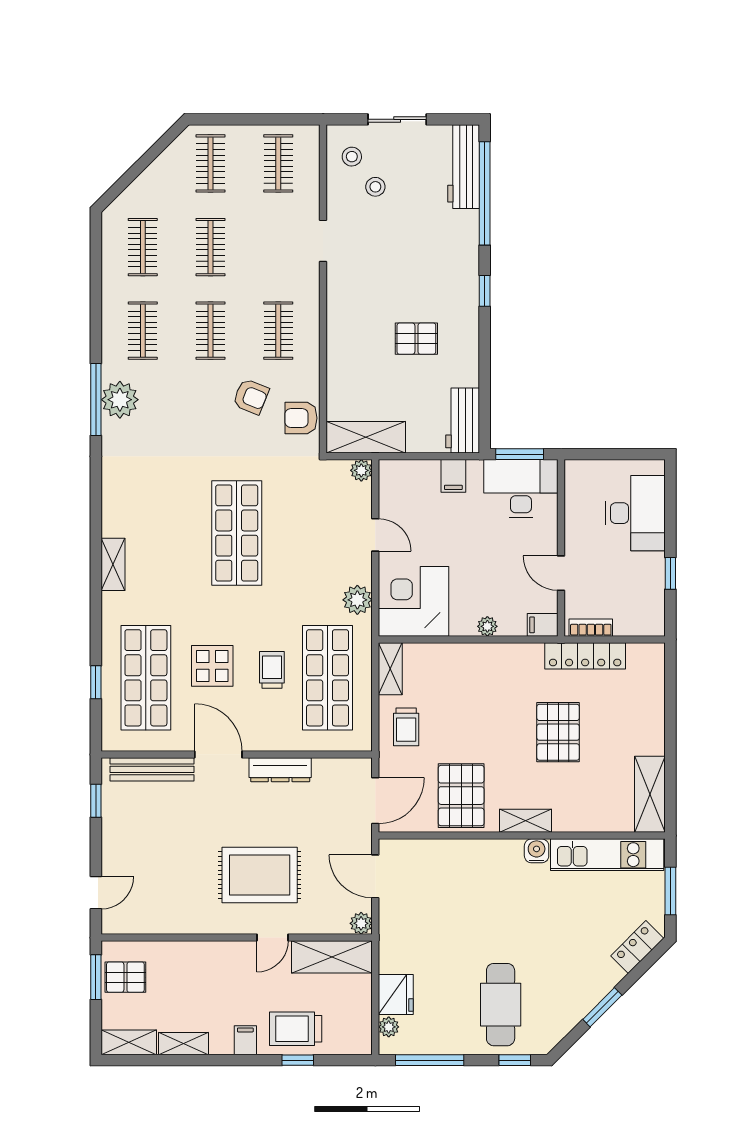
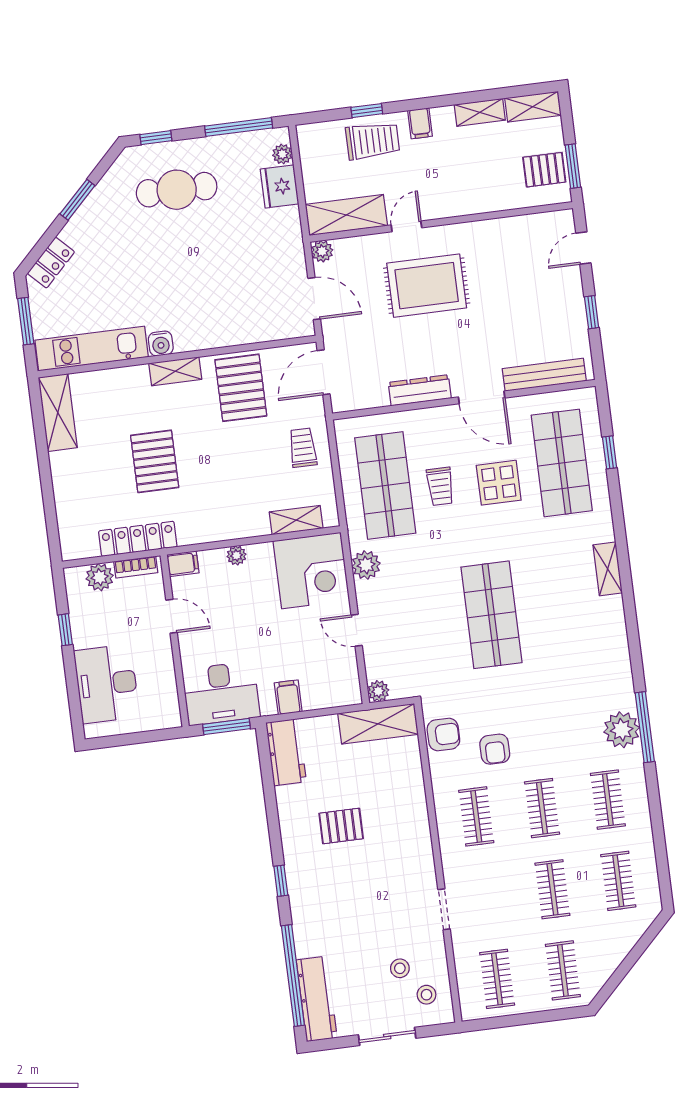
armchair: (251, 397) -> (495, 749), turned -112
plant: (629, 622) -> (100, 577), added
shelving: (390, 669) -> (296, 520), moved, turned 90
window: (96, 801) -> (592, 312), moved
cafe table: (501, 1005) -> (177, 190), turned 90

